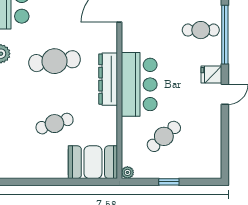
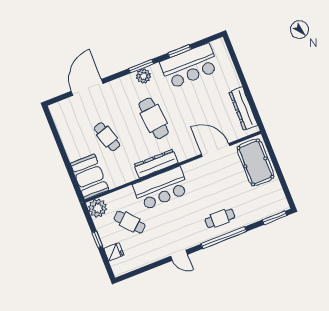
cafe table: (201, 30) -> (220, 218), turned 90
fridge: (211, 75) -> (114, 252), moved, turned 90
plant: (127, 172) -> (98, 208), width x1.88, depth x1.88

